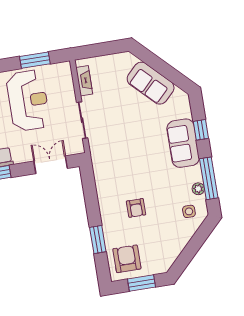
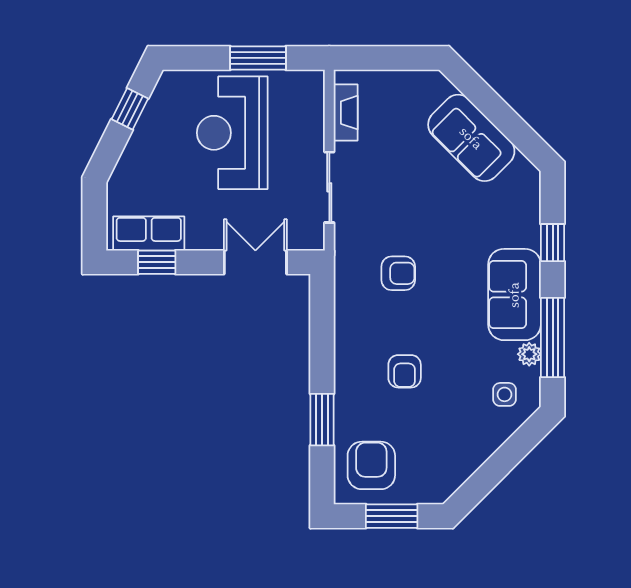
reception desk: (28, 101) -> (232, 133), turned 180
sofa: (183, 143) -> (514, 295), moved
armchair: (125, 158) -> (398, 273), added

